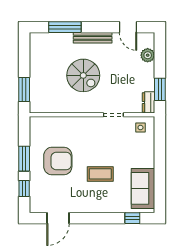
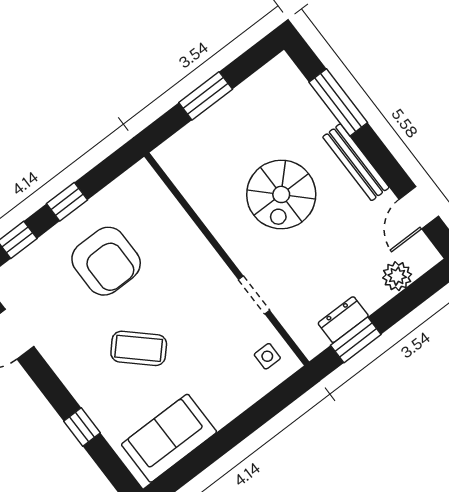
window: (24, 90) -> (206, 96), moved
dresser: (149, 102) -> (343, 320), moved
window: (24, 159) -> (67, 202), width x0.67
coffee table: (100, 174) -> (139, 348), turned -47
window: (132, 218) -> (82, 427), moved

